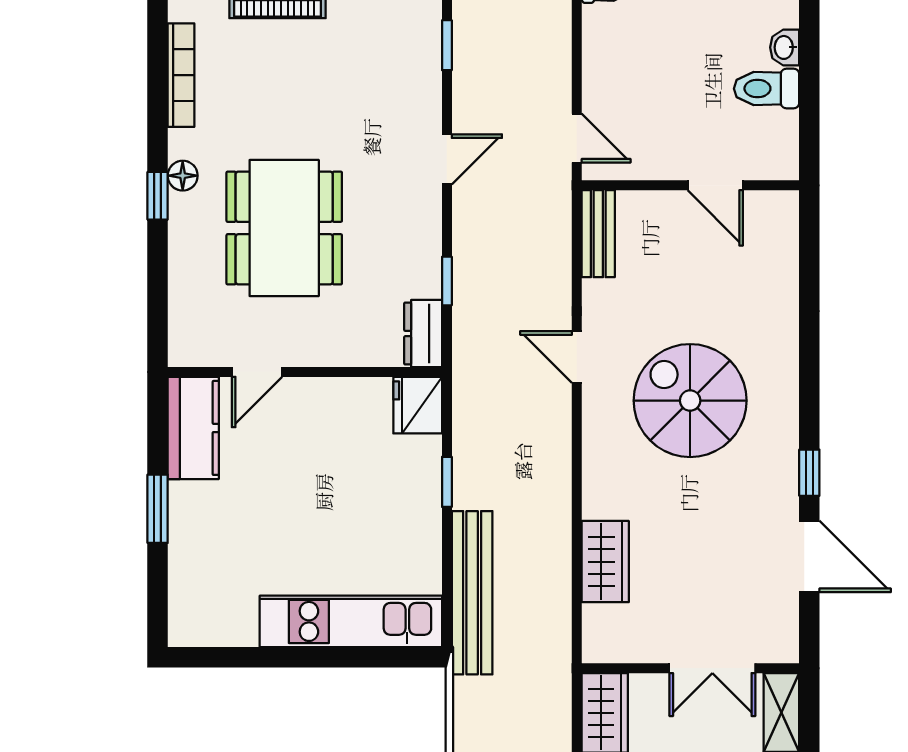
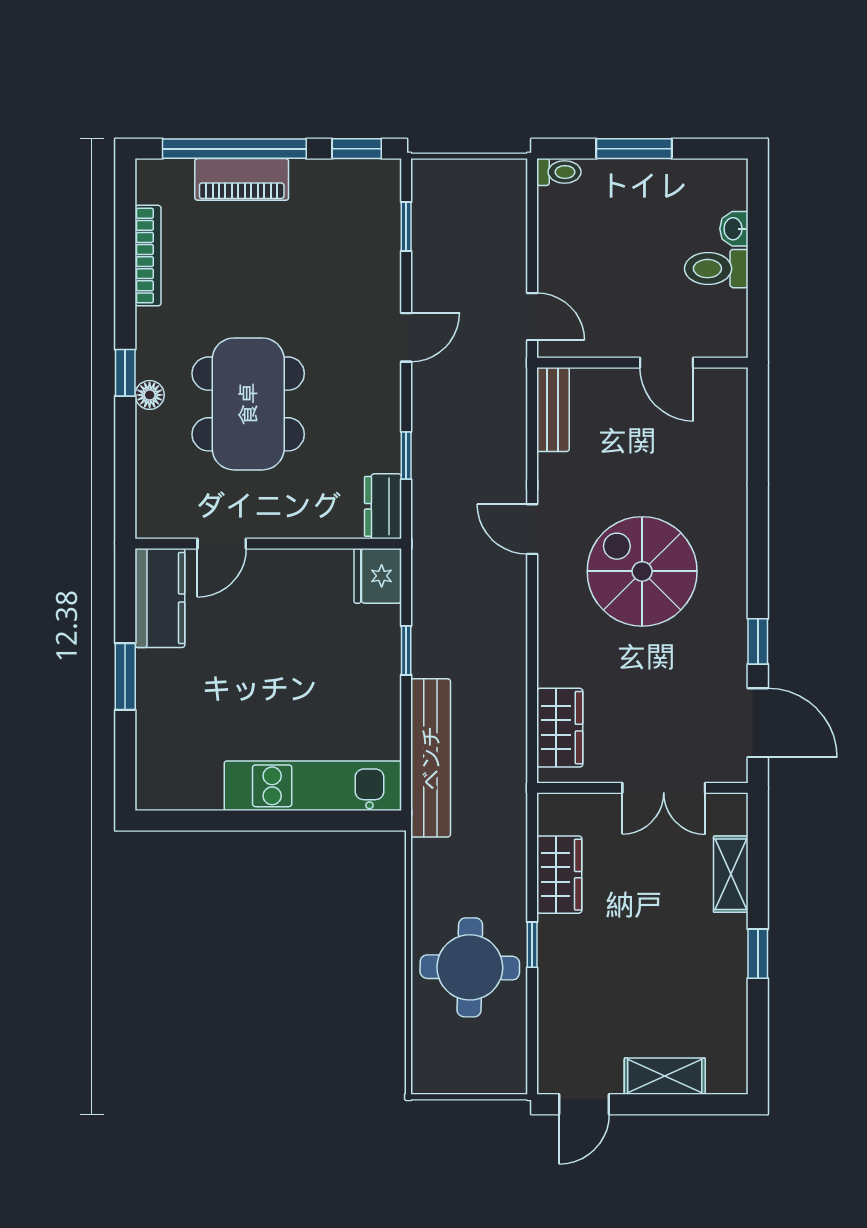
floor lamp: (183, 176) -> (150, 395), moved
wall: (690, 668) -> (642, 788), moved
double door: (712, 668) -> (664, 788), moved

